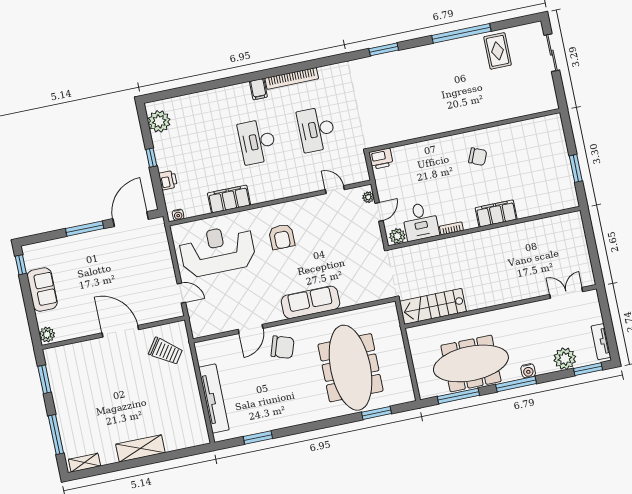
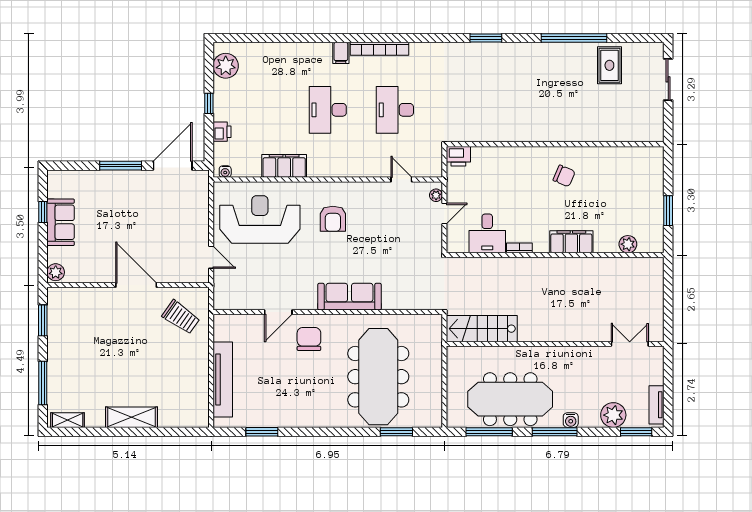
plant: (397, 236) -> (628, 244), moved
window: (21, 265) -> (43, 212), moved
chair: (282, 347) -> (309, 339), turned -108

